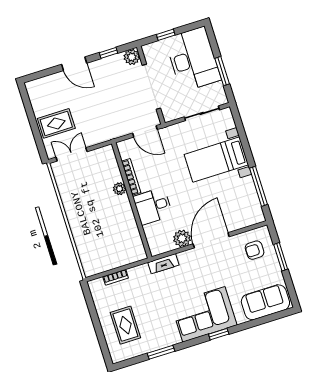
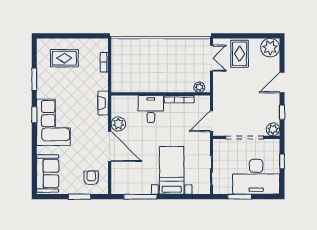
plant: (38, 90) -> (270, 48), added
plant: (120, 189) -> (199, 87), moved
window: (219, 334) -> (34, 115), moved

